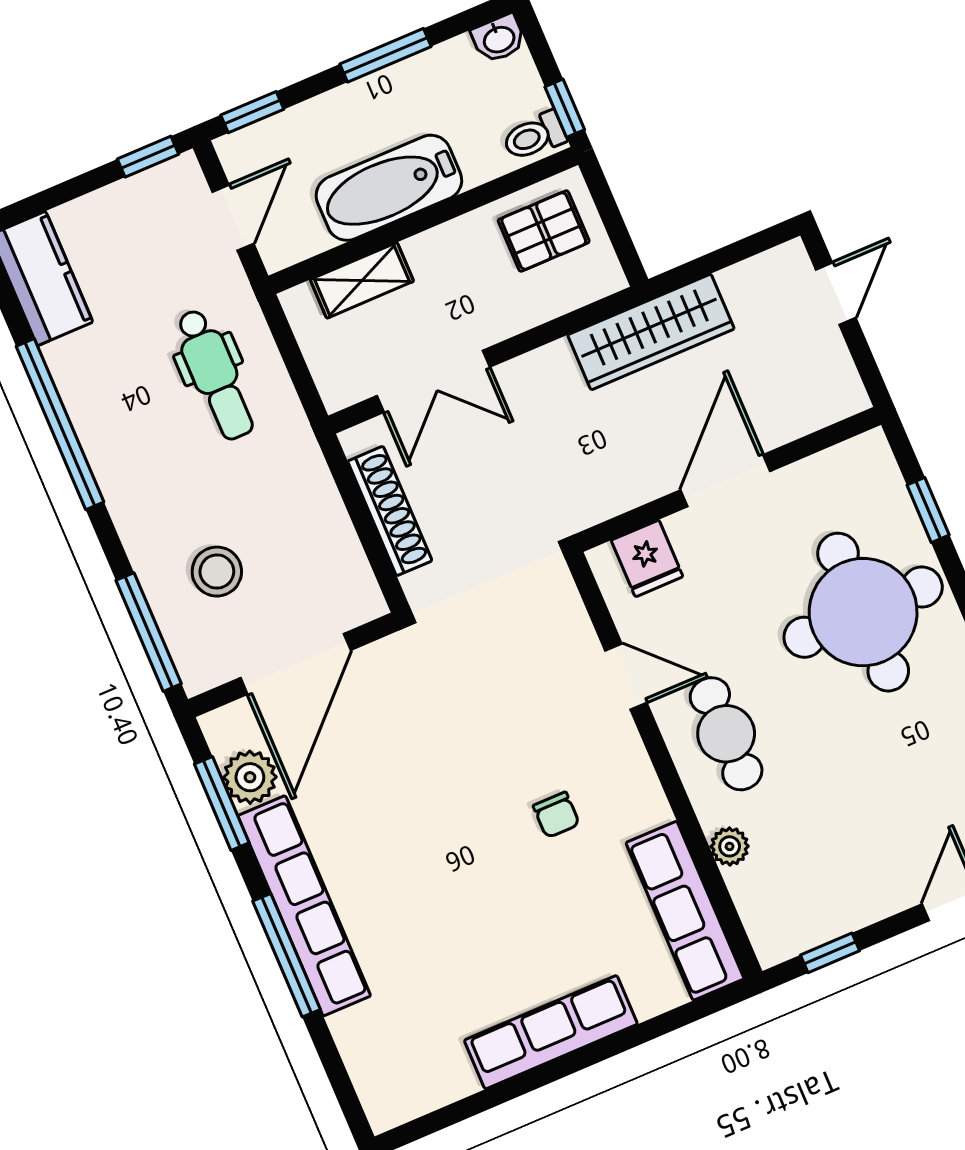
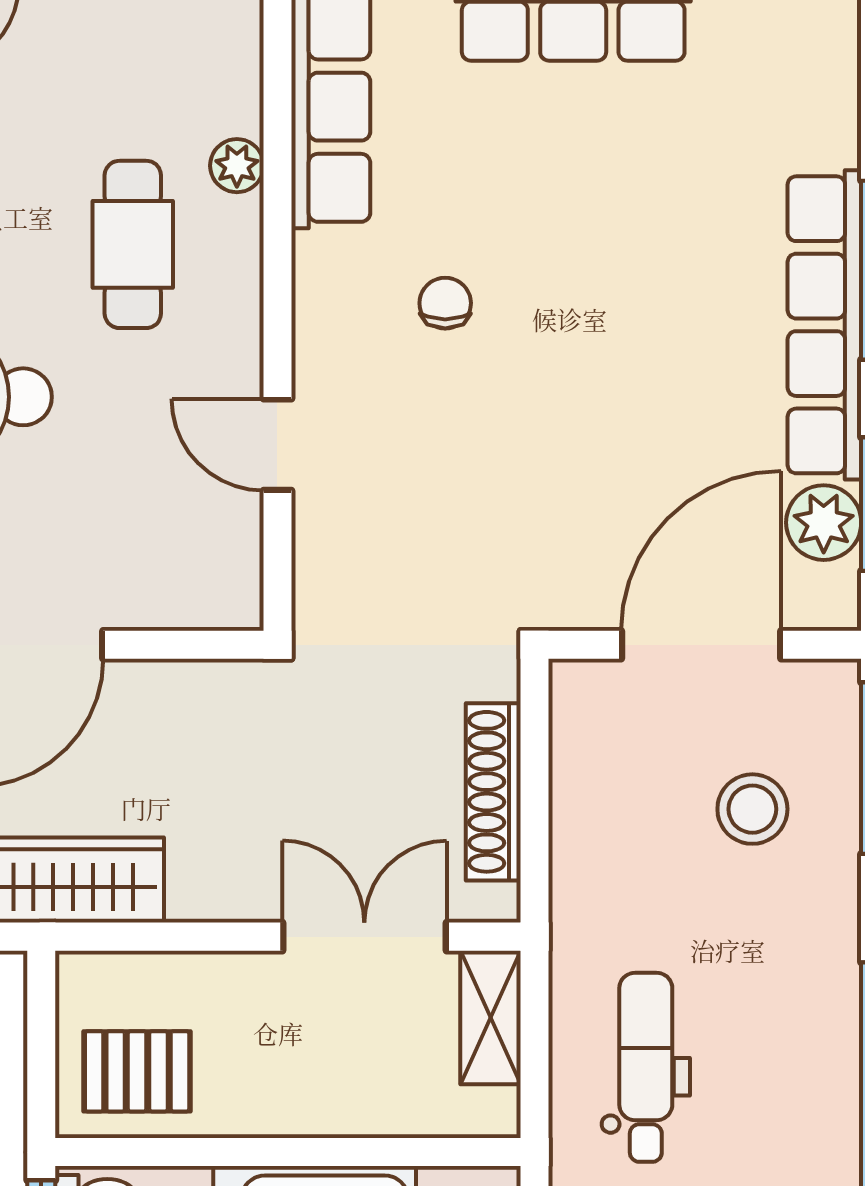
shelving: (362, 280) -> (491, 1017), moved, turned 90
fridge: (647, 558) -> (184, 587), removed
cafe table: (726, 734) -> (133, 244), moved

